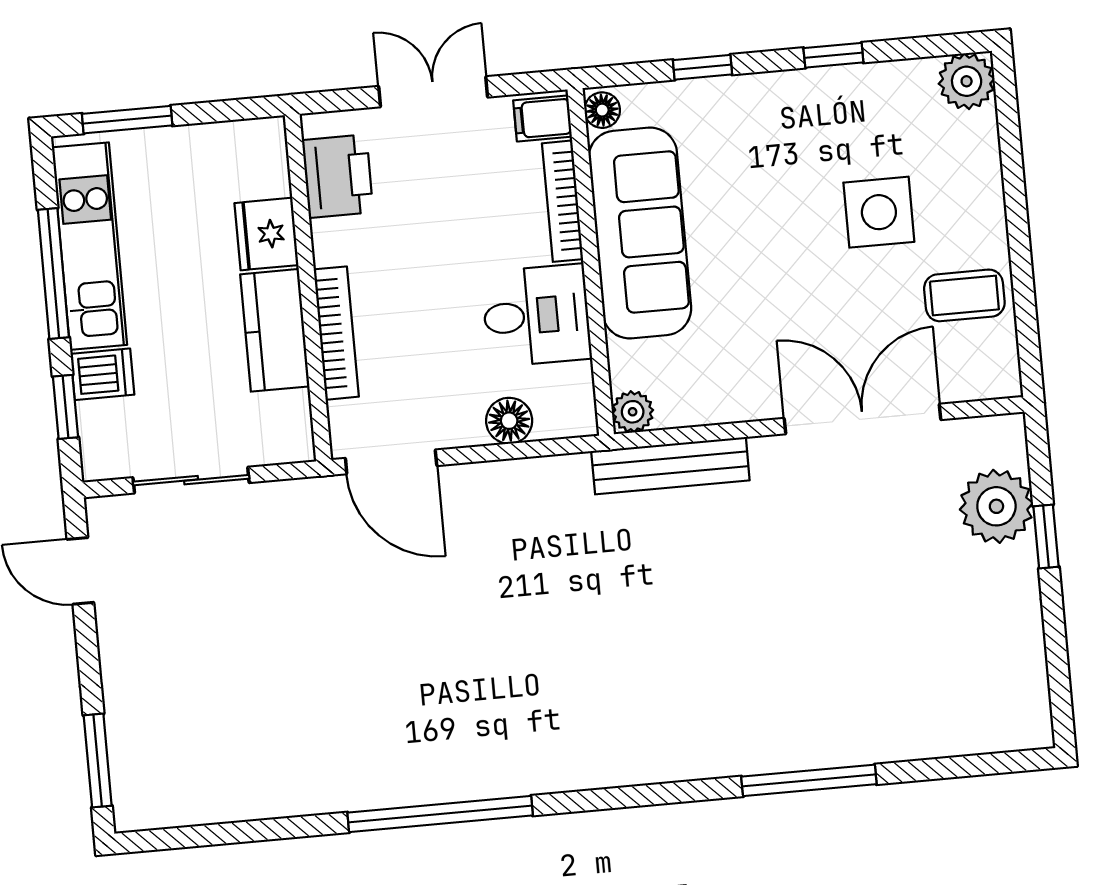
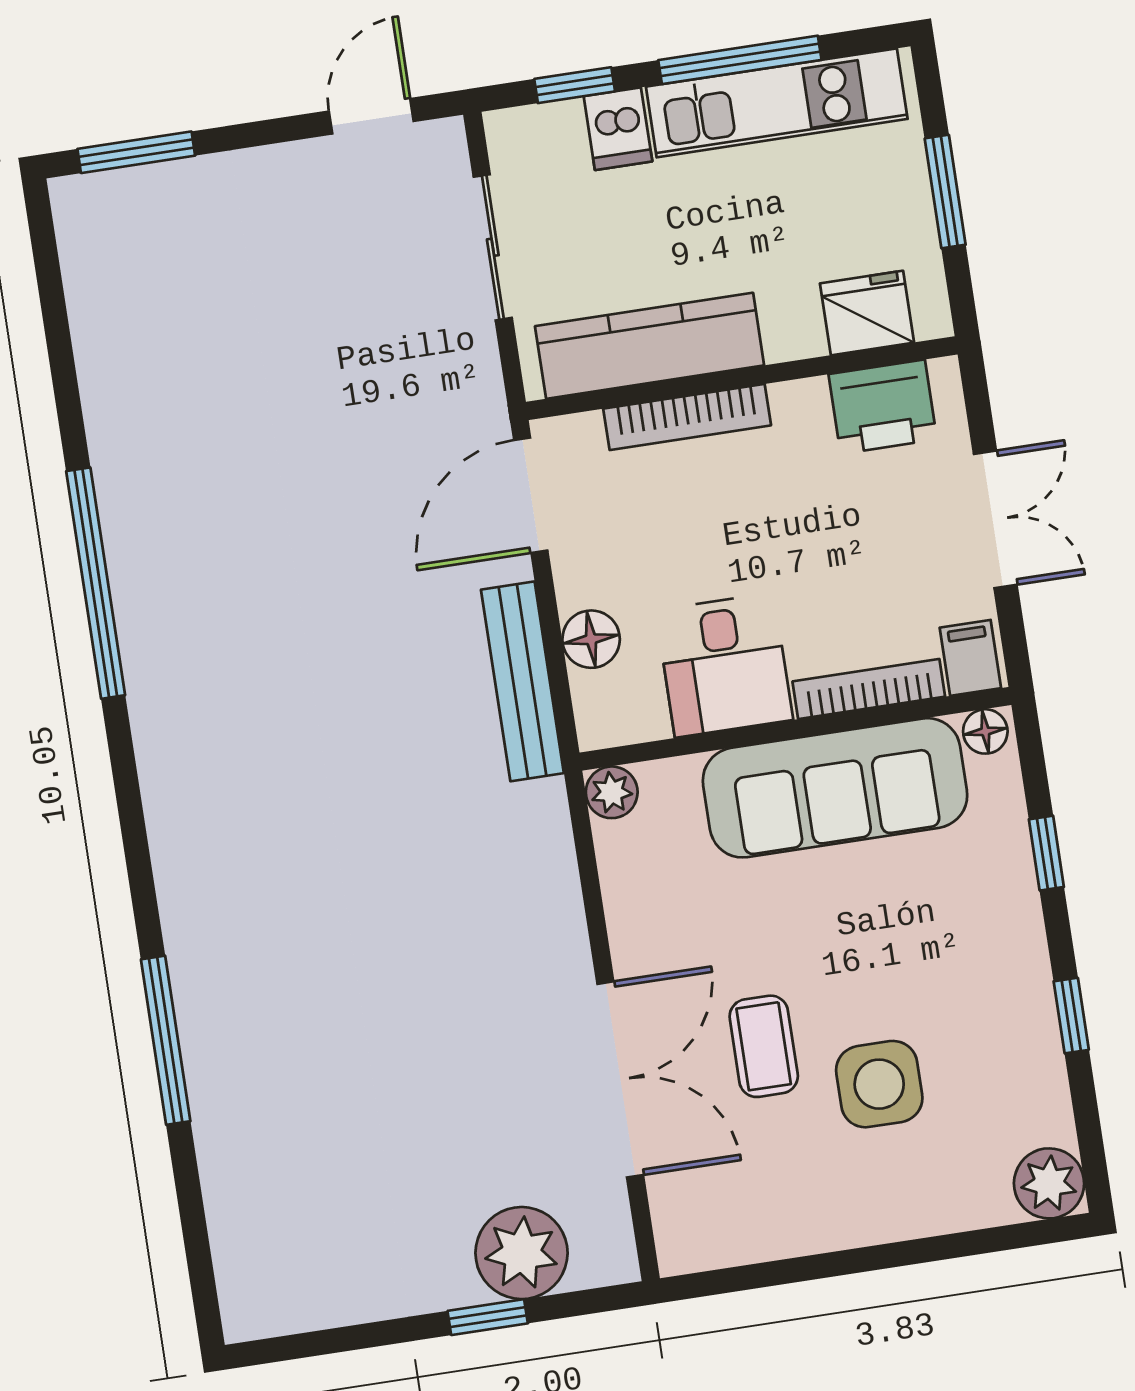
window: (127, 120) -> (945, 192), moved
fridge: (266, 234) -> (867, 313), moved
coffee table: (964, 295) -> (764, 1046), moved
kitchen counter: (275, 330) -> (650, 346), width x1.50
bench: (670, 466) -> (522, 681), moved

